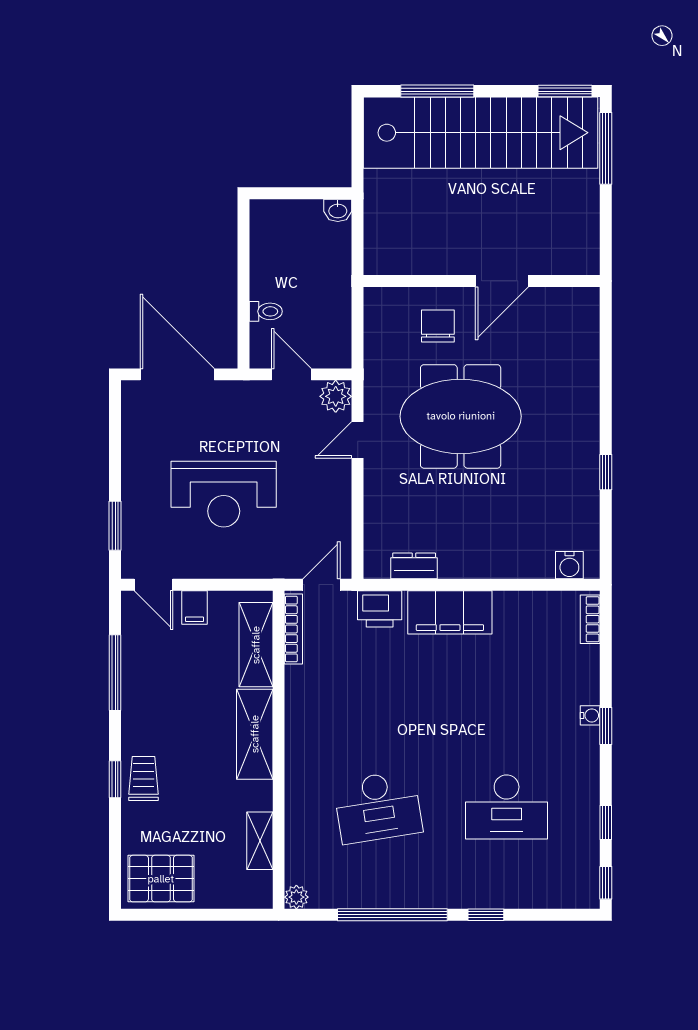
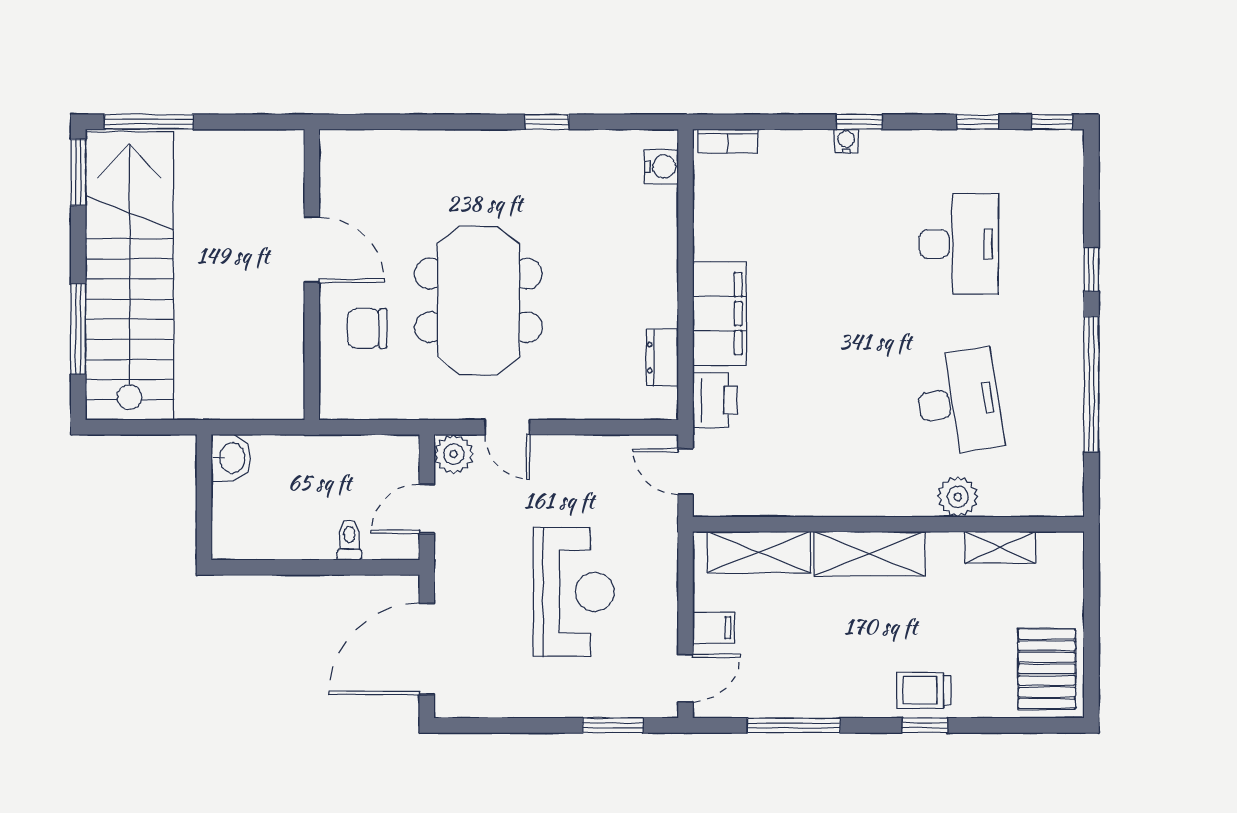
washbasin: (338, 210) -> (231, 458), width x1.38, depth x1.45
bookcase: (293, 629) -> (740, 506), removed
plant: (296, 897) -> (958, 497), moved, width x1.38, depth x1.38

